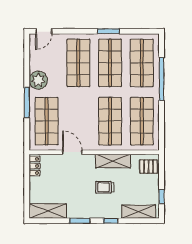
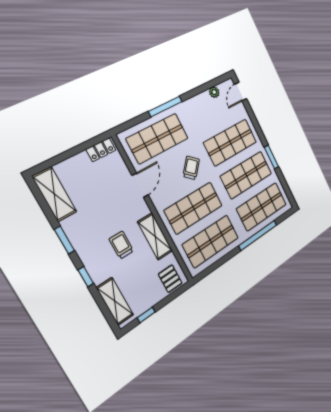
door: (44, 31) -> (241, 92), hinge flipped
plant: (38, 80) -> (214, 92), moved, width x0.53, depth x0.53
trolley: (80, 107) -> (191, 168), added

